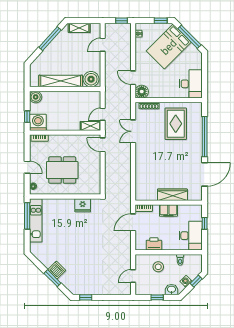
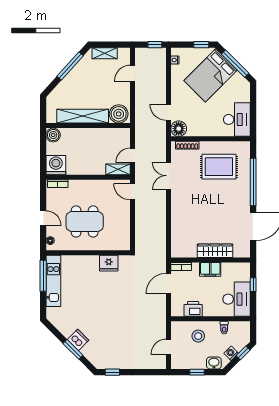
window: (27, 117) -> (43, 158), removed
rug: (176, 124) -> (219, 167), turned 90

